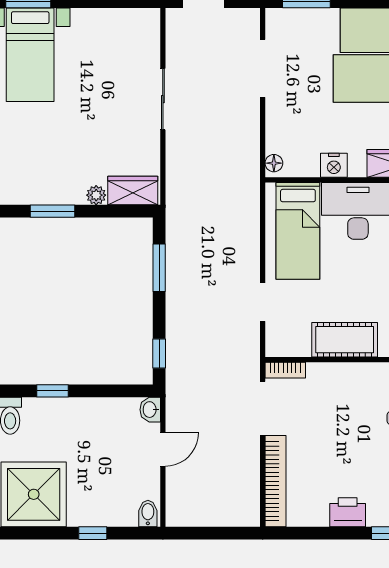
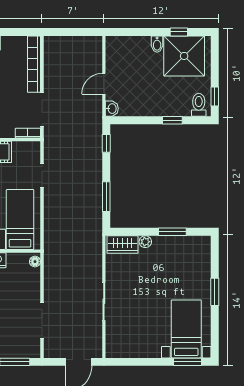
bidet: (148, 514) -> (157, 44), moved
window: (93, 533) -> (179, 32), moved

